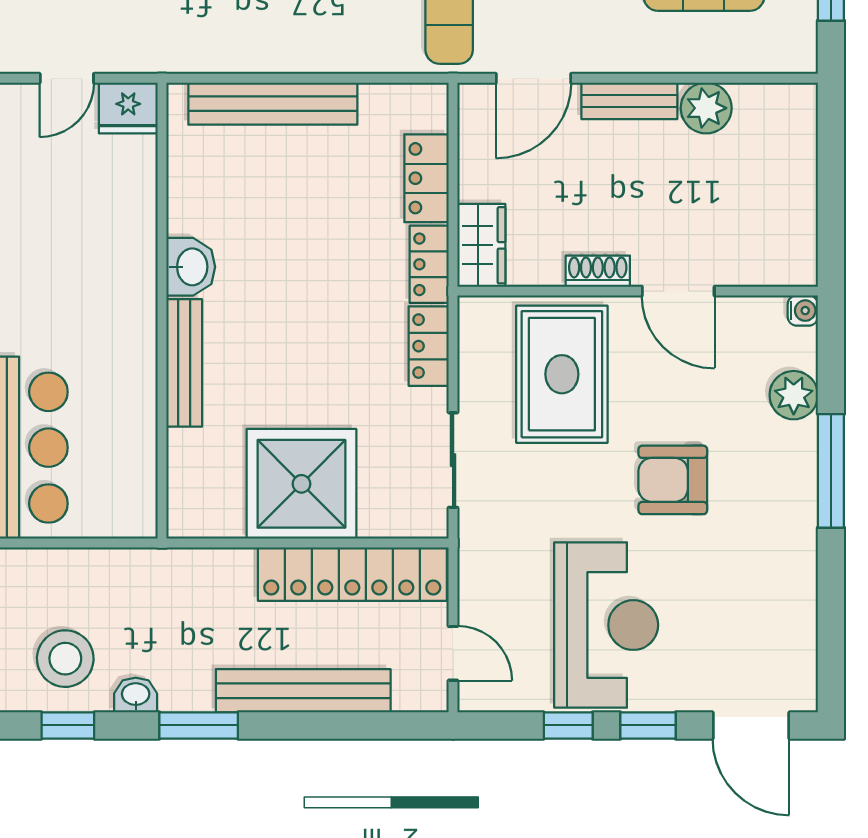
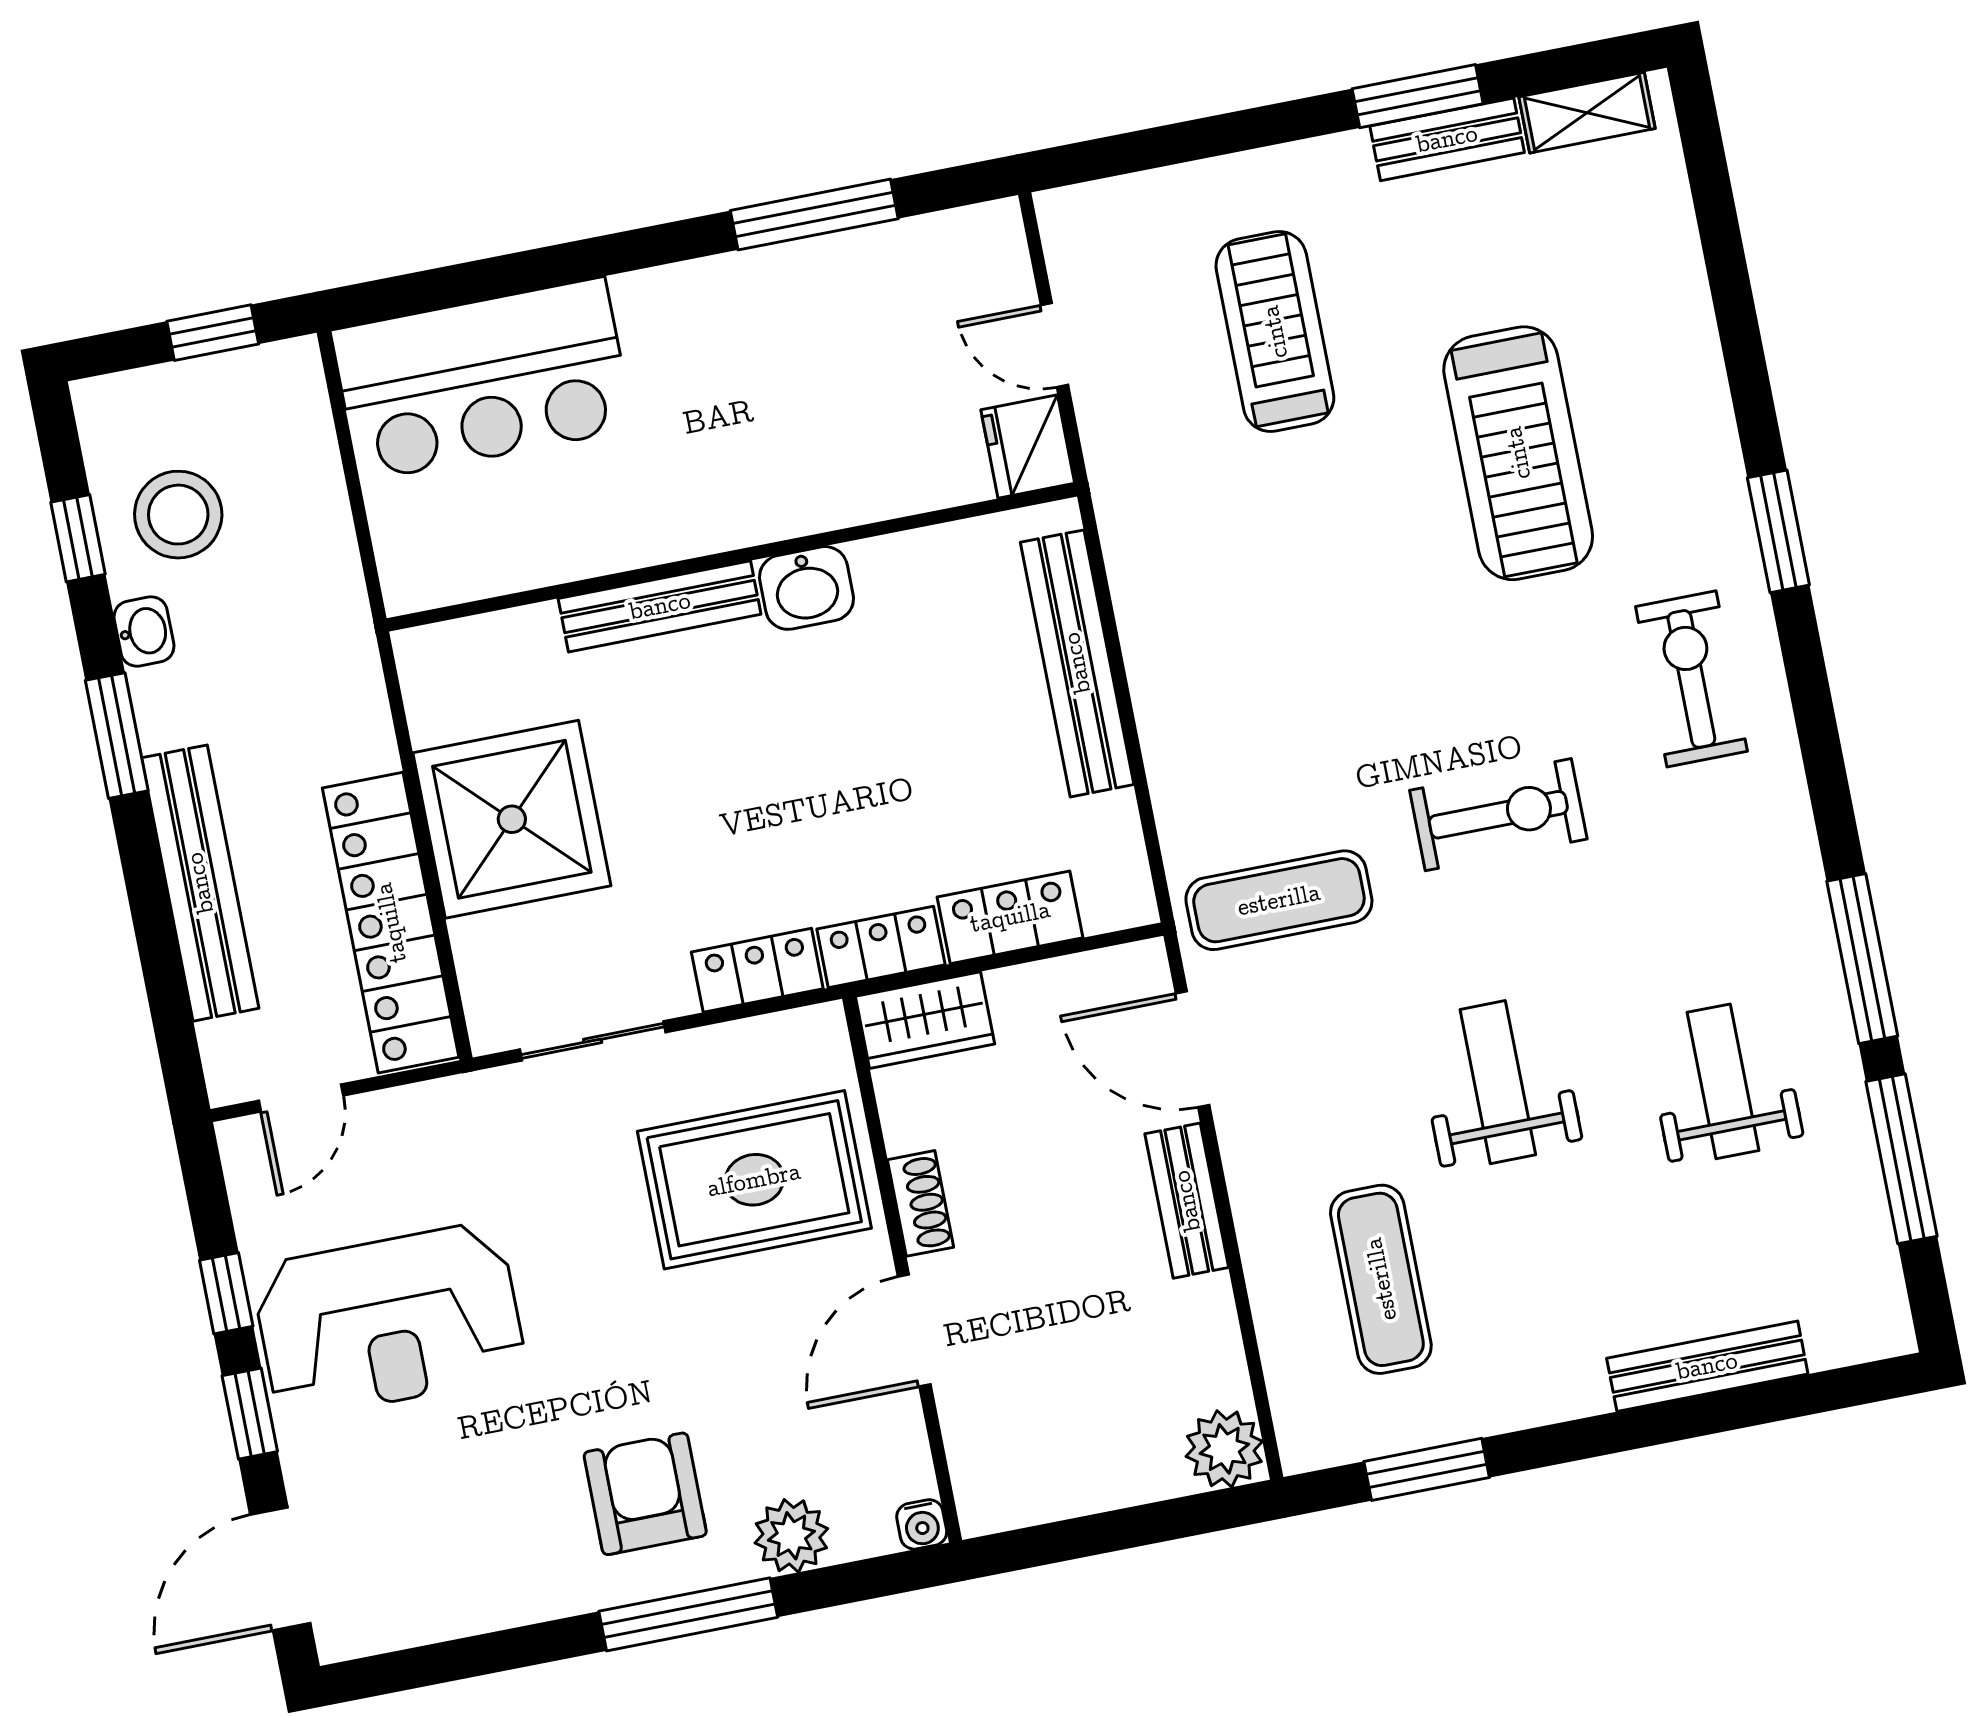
plant: (706, 108) -> (1224, 1449), moved
armchair: (673, 480) -> (645, 1494), moved

